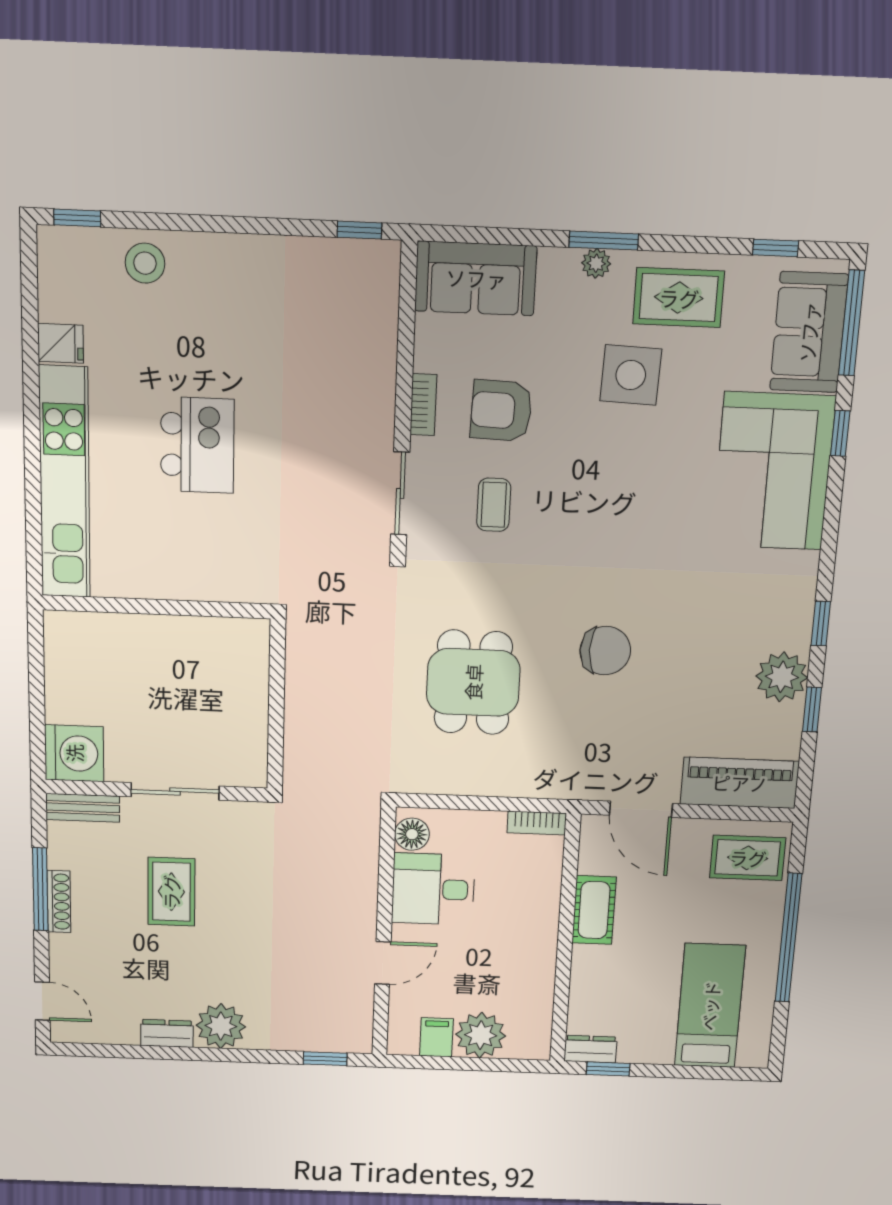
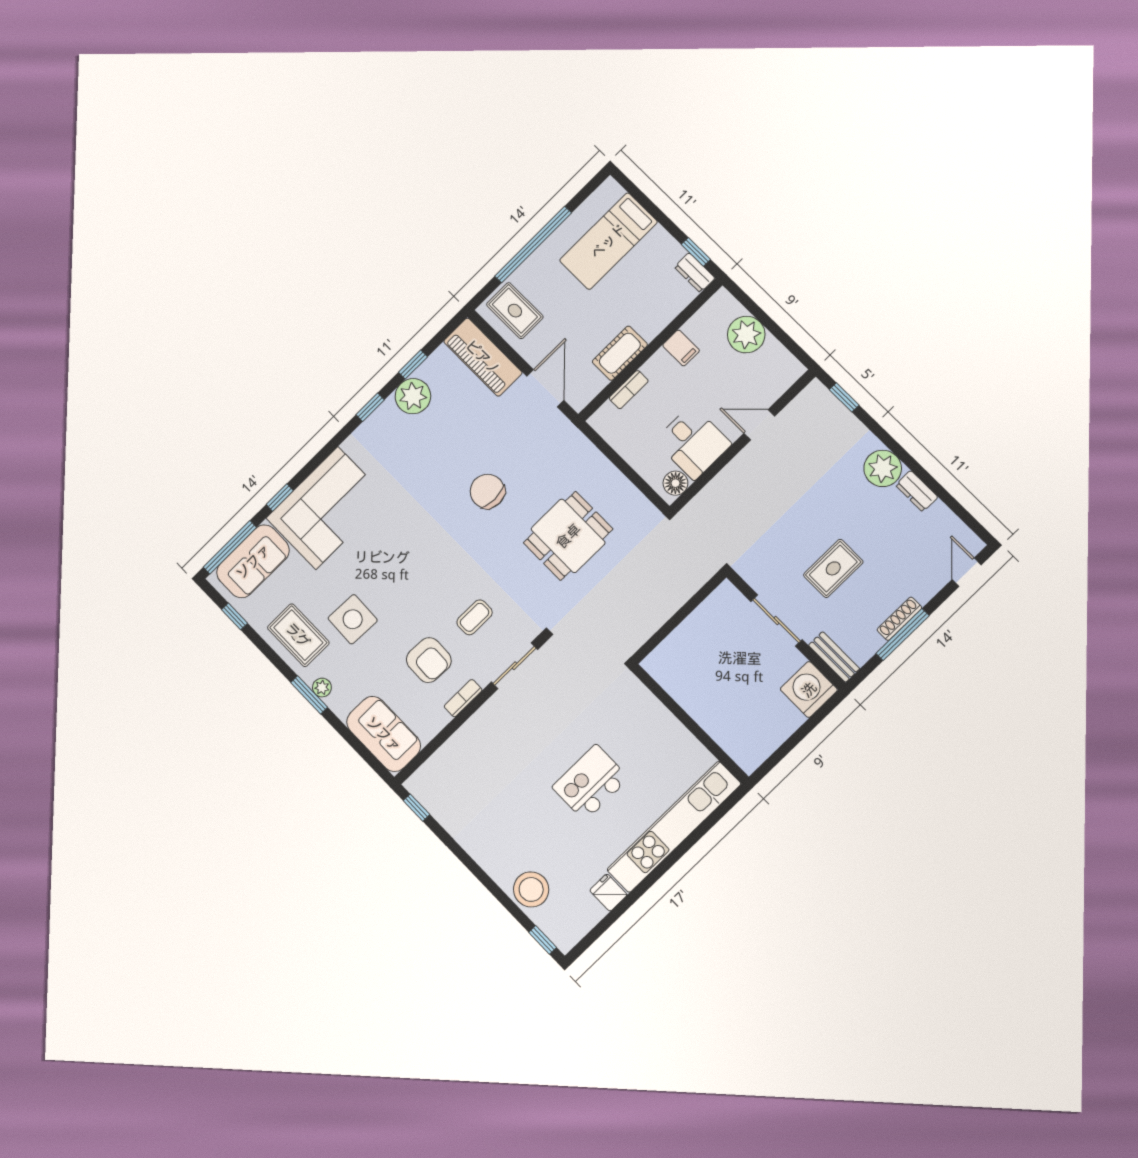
stool: (145, 263) -> (531, 889), width x1.38, depth x1.38
bookcase: (537, 823) -> (629, 390), moved, turned 90
filing cabinet: (436, 1037) -> (681, 348), moved, turned -90

